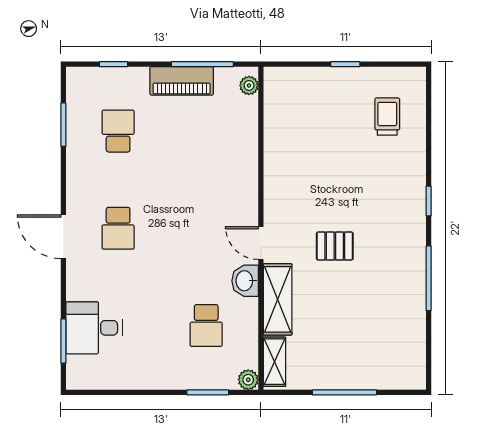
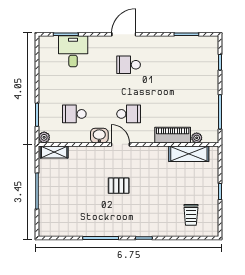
piano: (182, 81) -> (173, 135), moved, turned 90
plant: (249, 85) -> (197, 138), moved
trolley: (387, 117) -> (191, 215), turned 90
school desk: (118, 131) -> (129, 114), moved
door: (261, 243) -> (120, 144), hinge flipped
pallet: (335, 246) -> (119, 186), turned 90
shelving: (278, 299) -> (189, 154), moved

